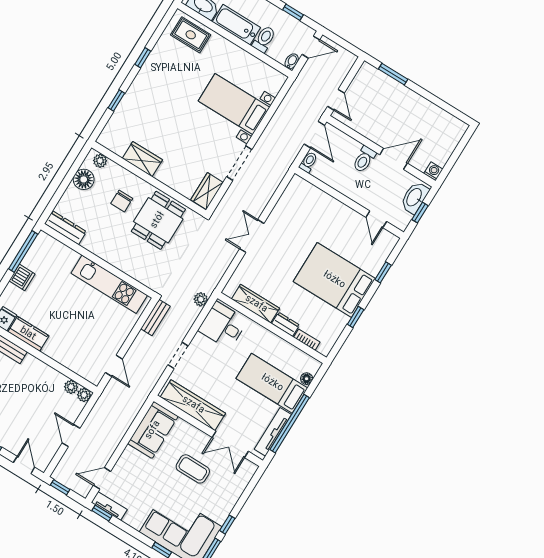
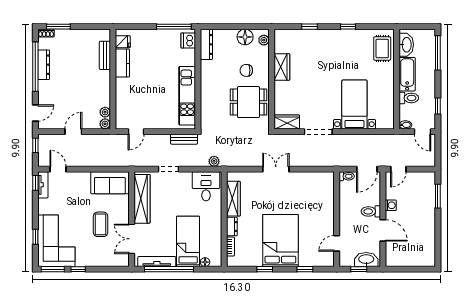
washing machine: (433, 171) -> (391, 205), moved
dishwasher: (22, 277) -> (188, 40), moved, turned 90

